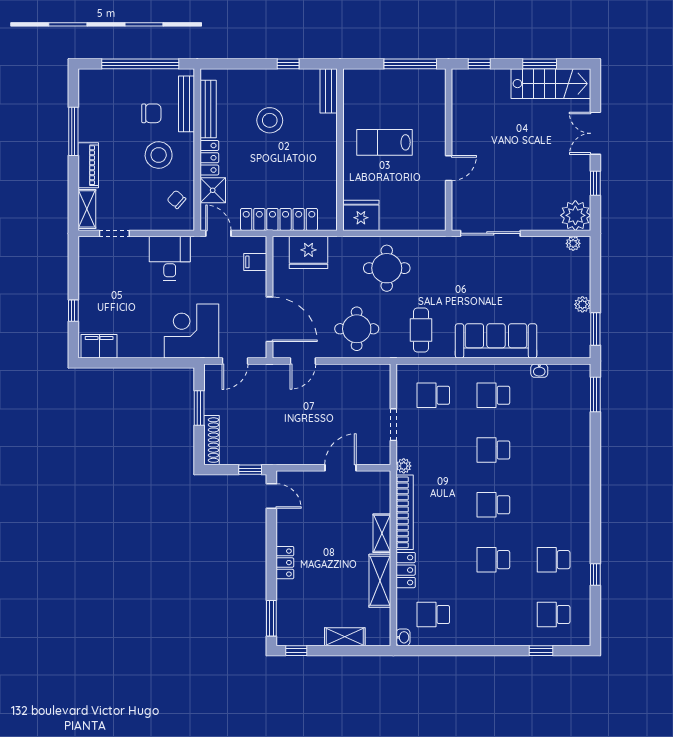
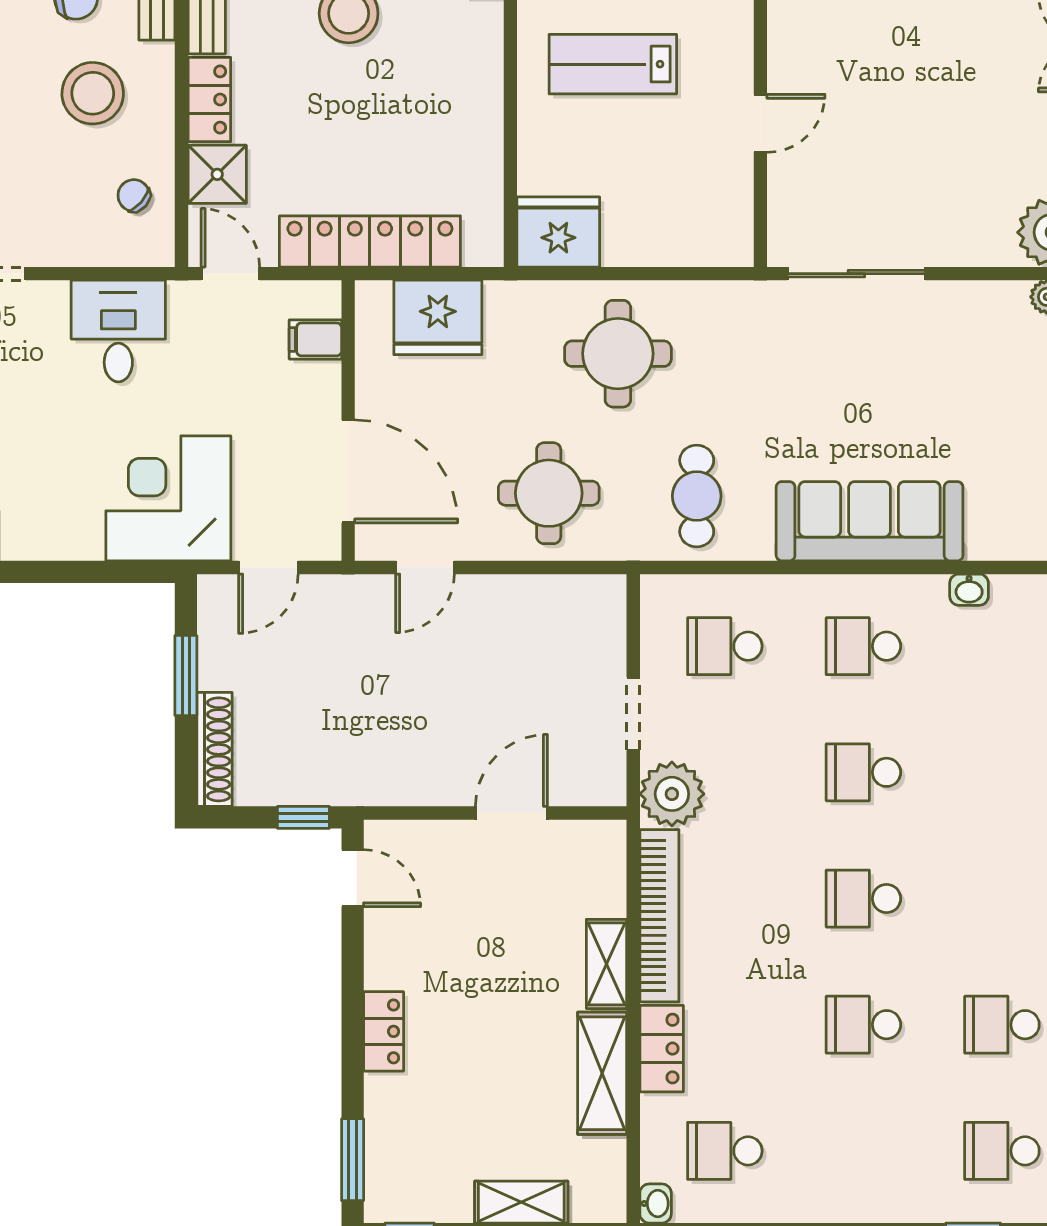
plant: (404, 466) -> (672, 794), width x1.88, depth x1.88

